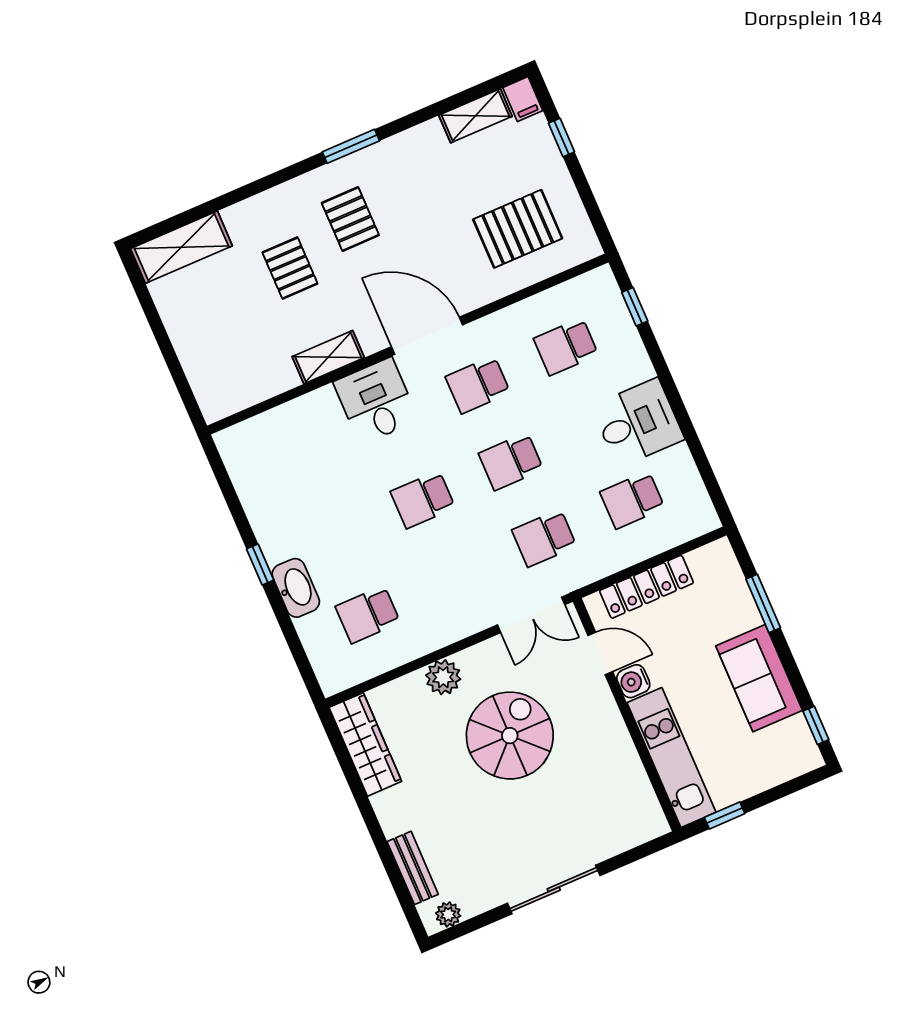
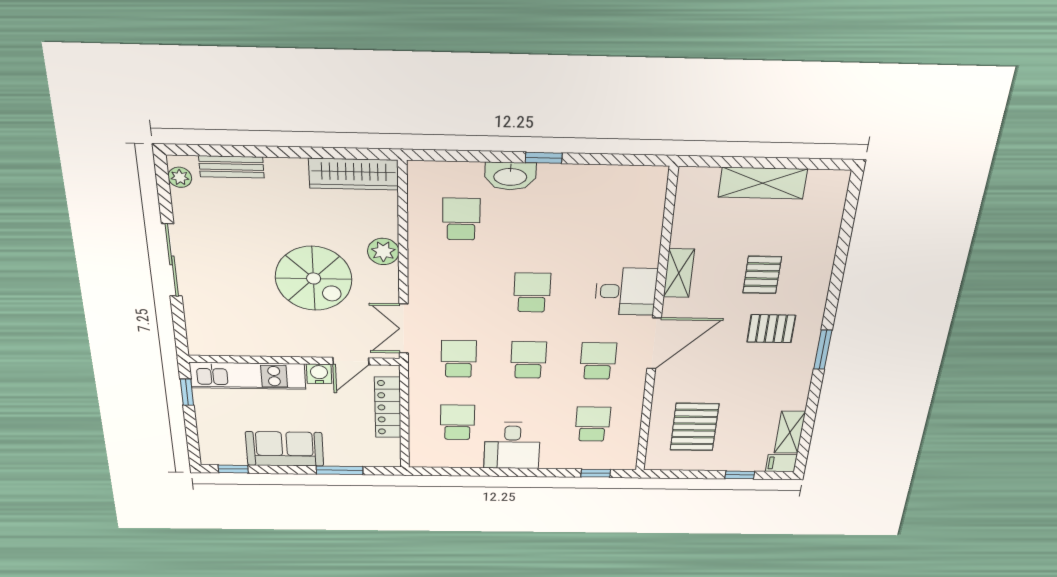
shelving: (181, 247) -> (763, 183), moved, turned 90
pallet: (290, 268) -> (762, 275), turned 90

